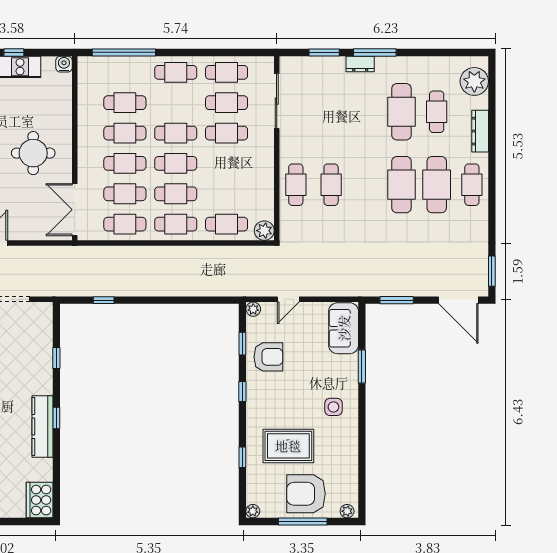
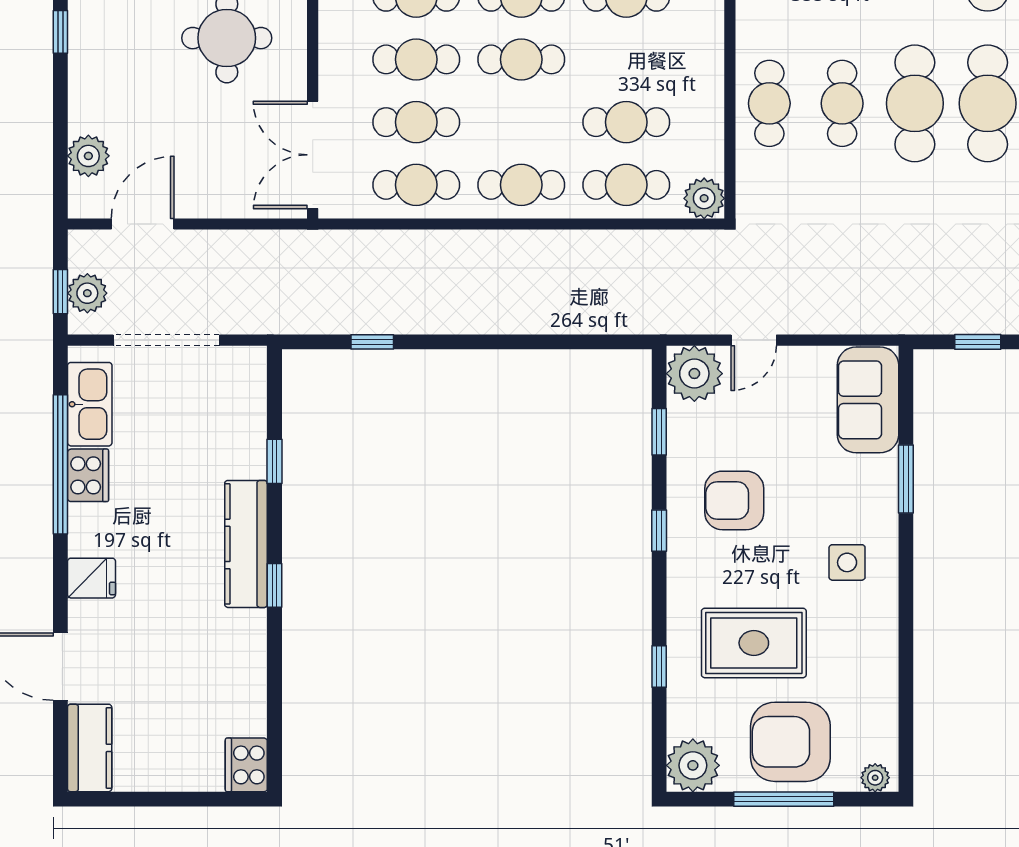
cafe table: (366, 185) -> (915, 103), added
cafe table: (176, 194) -> (626, 122), moved
window: (397, 300) -> (978, 342), width x0.67
plant: (253, 309) -> (694, 374), width x1.88, depth x1.88
armchair: (268, 357) -> (734, 500), moved, turned 180
kitchen counter: (42, 426) -> (246, 544), moved
cooker: (40, 500) -> (246, 765), width x0.73, depth x0.76
plant: (253, 511) -> (693, 765), width x1.87, depth x1.87

